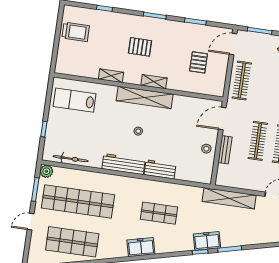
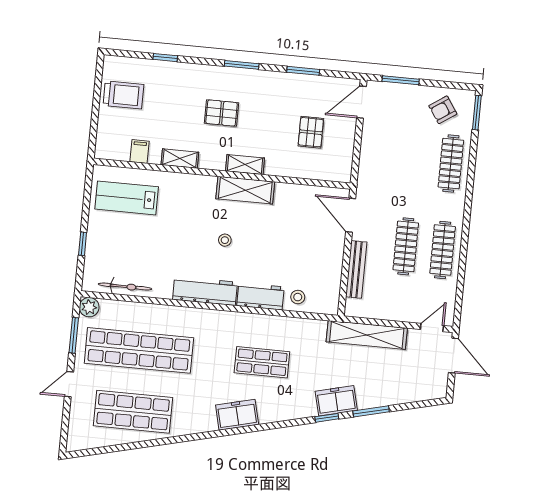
filing cabinet: (85, 70) -> (140, 151), added
clothes rail: (242, 81) -> (377, 157), removed
shelving: (145, 97) -> (245, 190), width x0.68
door: (222, 118) -> (351, 215), hinge flipped
stool: (206, 149) -> (298, 297), moved
bench: (225, 150) -> (356, 269), width x1.36

